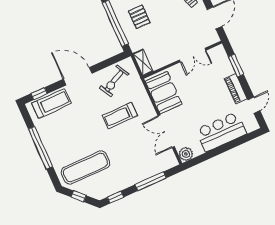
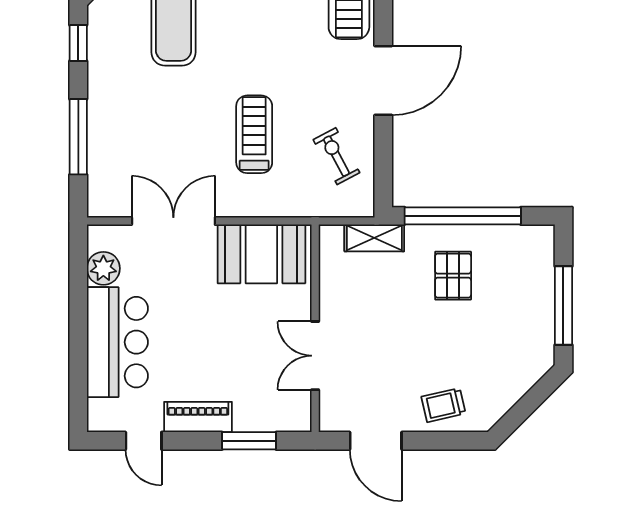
pallet: (139, 17) -> (453, 276), turned 90
shelving: (143, 63) -> (374, 238), moved
exercise bike: (114, 81) -> (336, 156), width x0.73, depth x0.72
plant: (186, 154) -> (103, 268), moved

